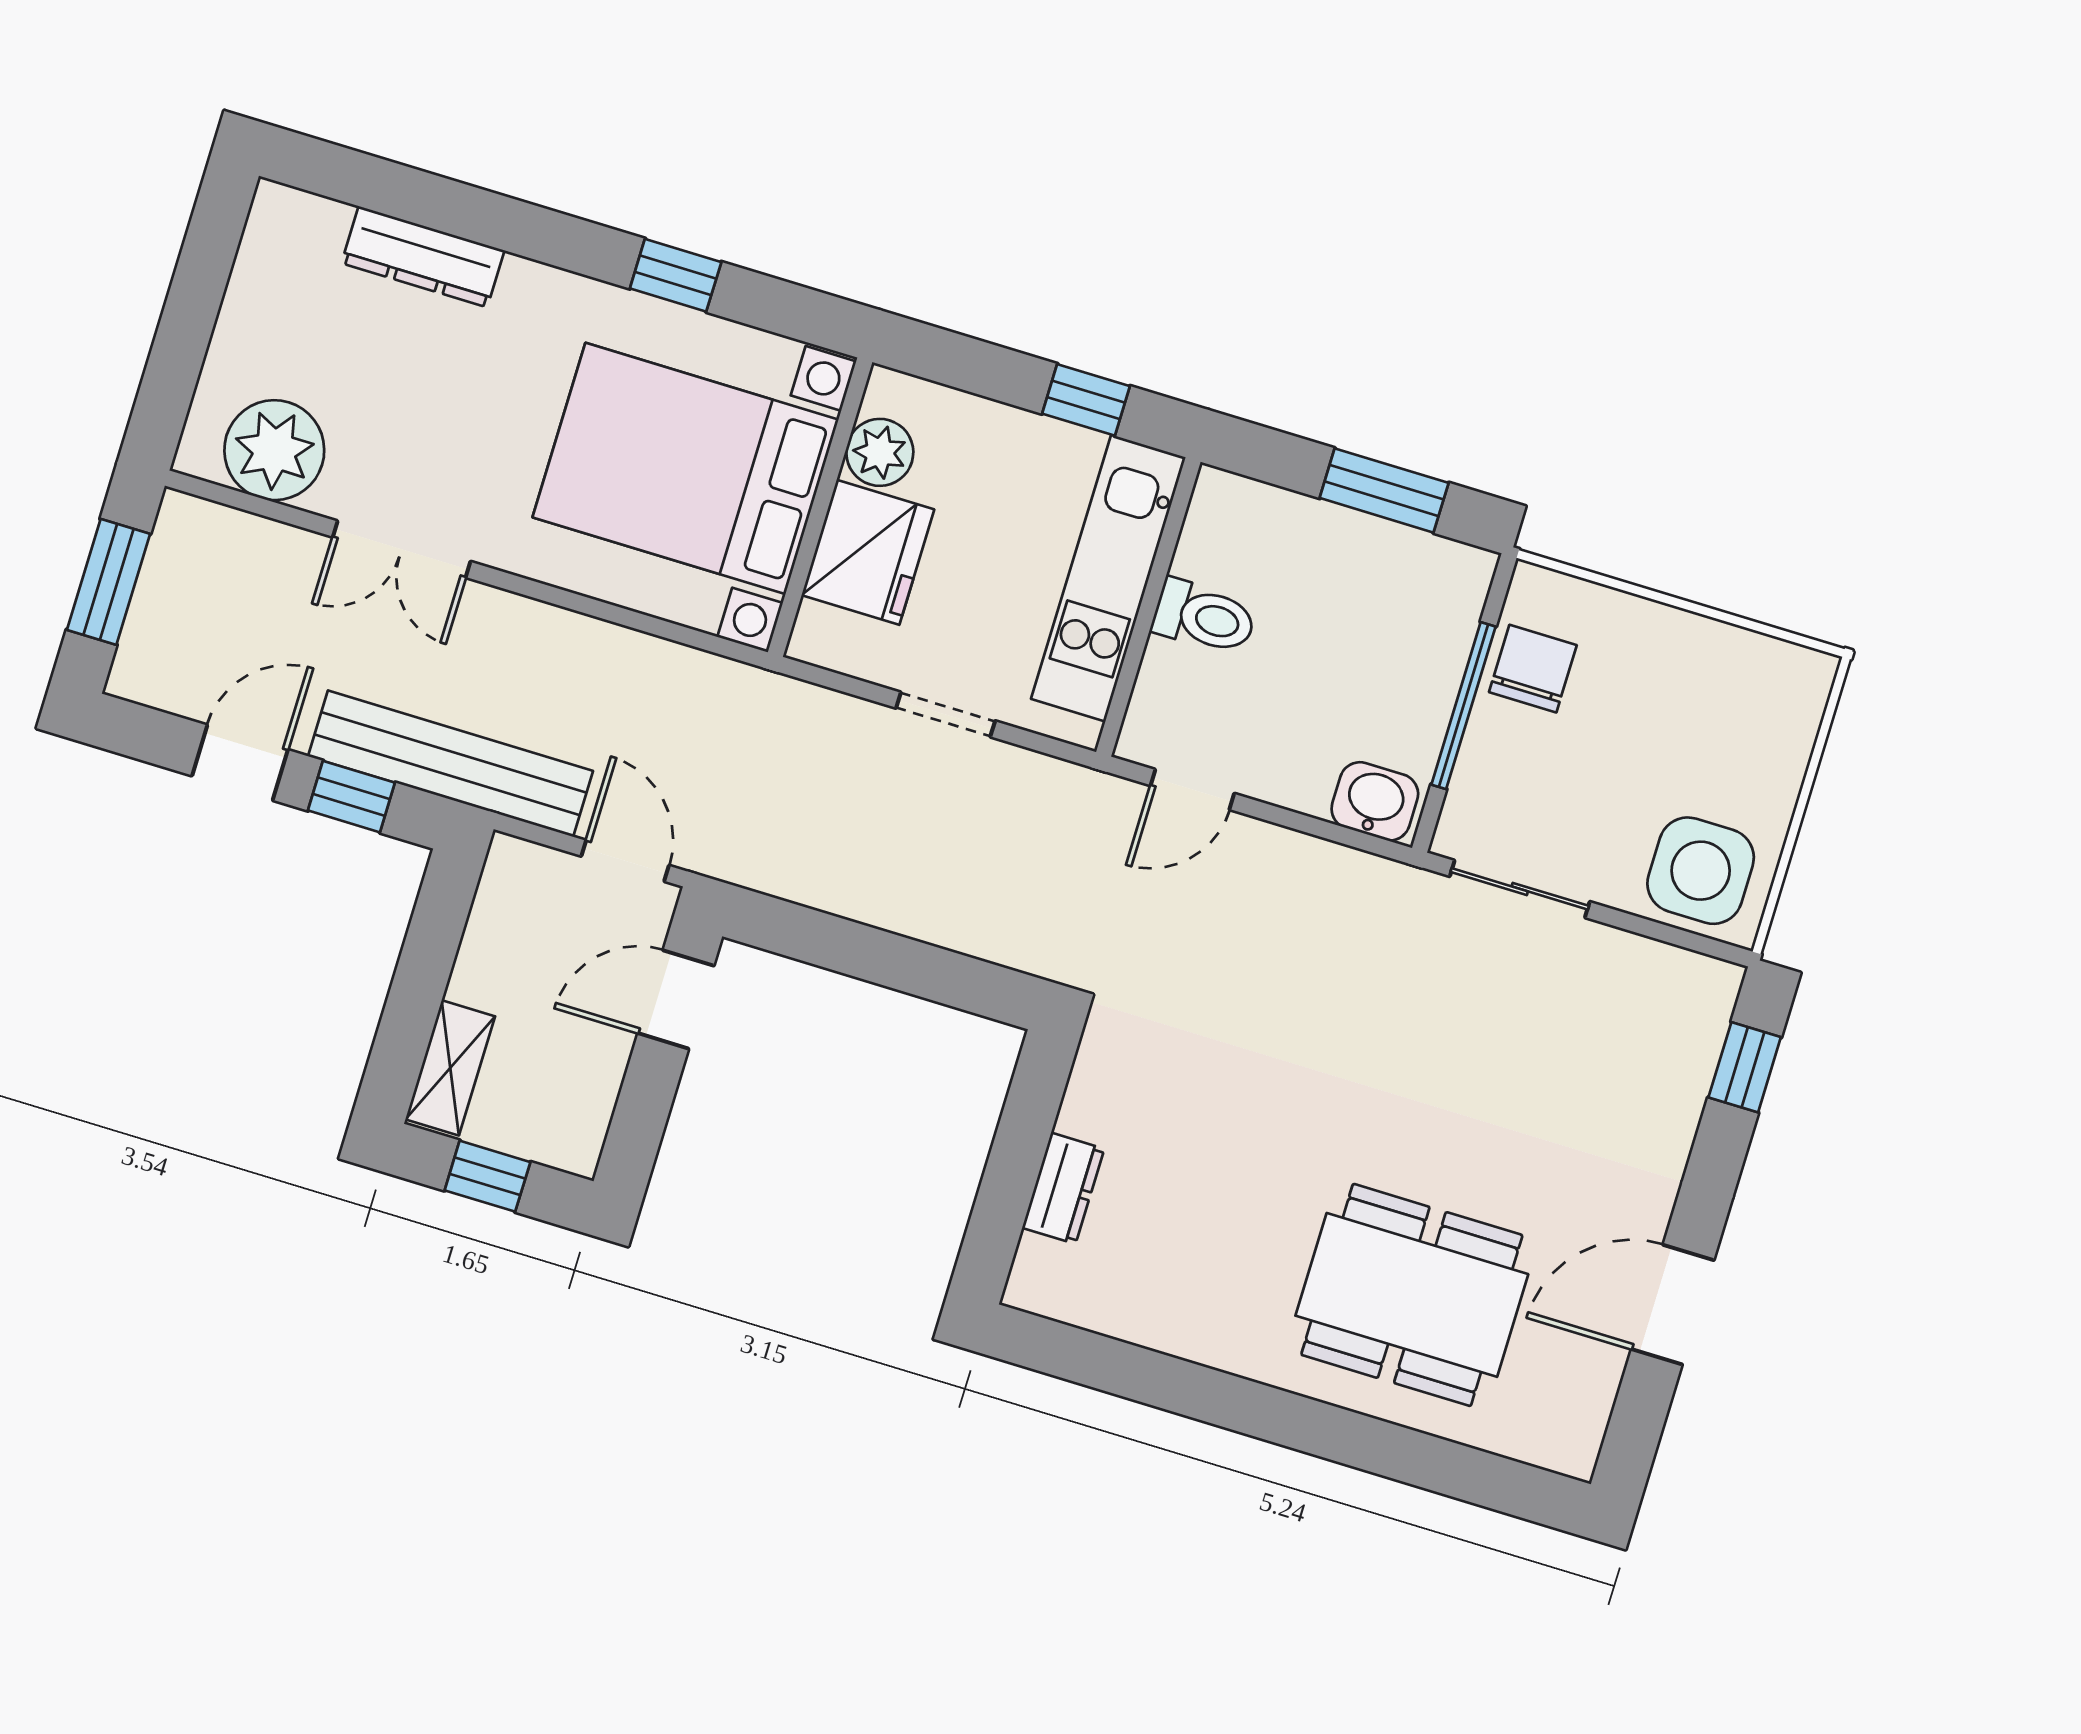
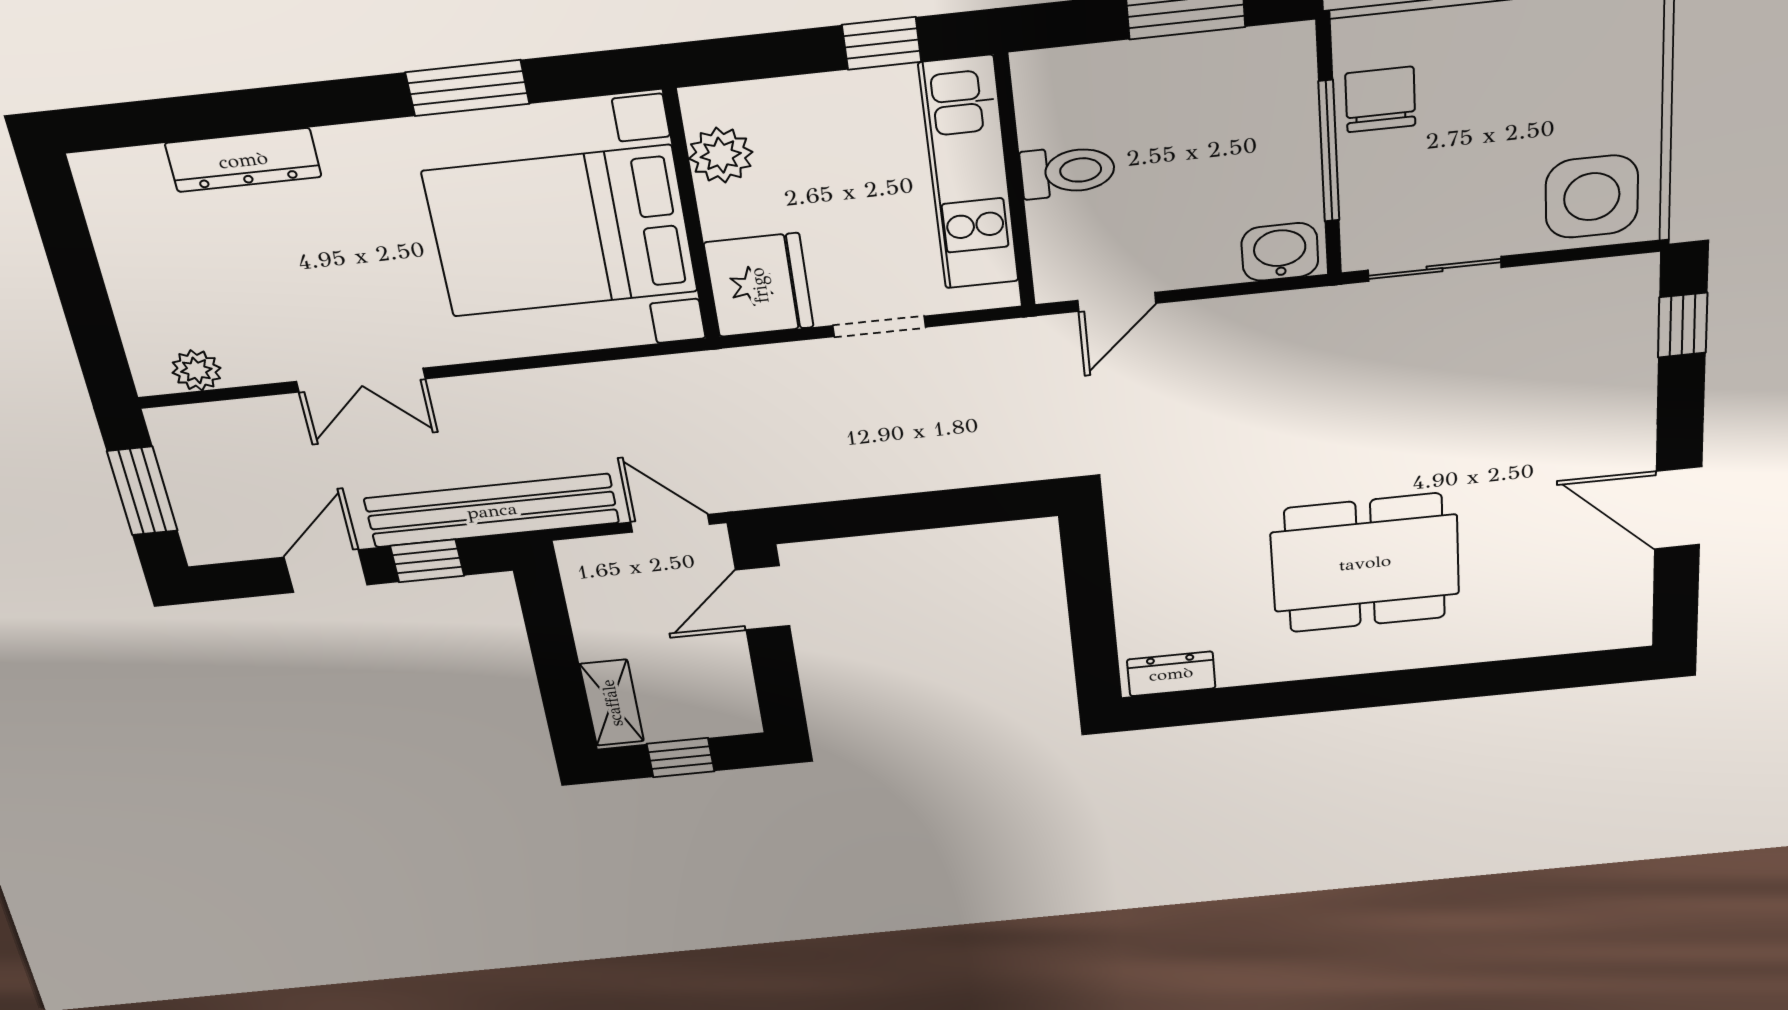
window: (676, 275) -> (467, 88), width x1.50
plant: (274, 450) -> (196, 370), width x0.53, depth x0.53
fridge: (868, 552) -> (759, 285), moved
dresser: (1063, 1188) -> (1171, 674), moved, turned -90
dining table: (1412, 1295) -> (1365, 563), moved
door: (1673, 1305) -> (1678, 508), hinge flipped

